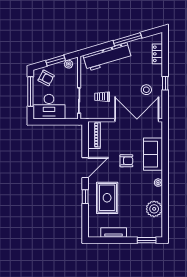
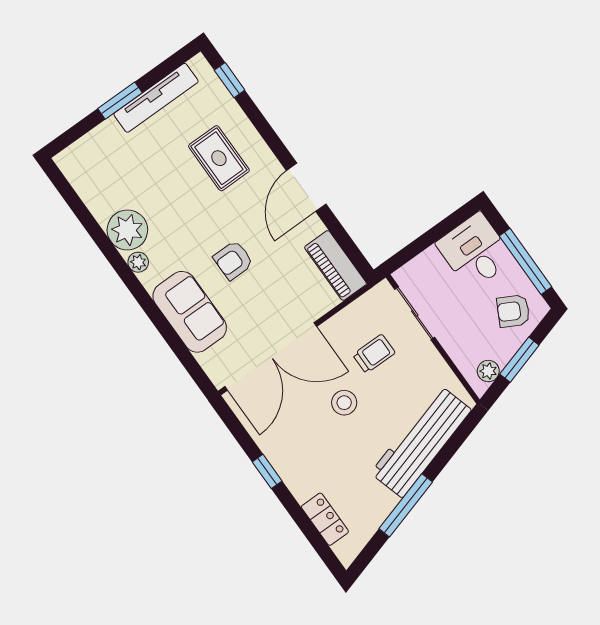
stool: (146, 90) -> (344, 403), moved
desk: (49, 107) -> (475, 251), width x0.73
window: (85, 197) -> (230, 80), moved
rug: (107, 198) -> (219, 158), width x0.73, depth x0.70
plant: (154, 209) -> (127, 230), moved
tv unit: (114, 233) -> (156, 98), width x1.41
window: (147, 240) -> (120, 101), moved

